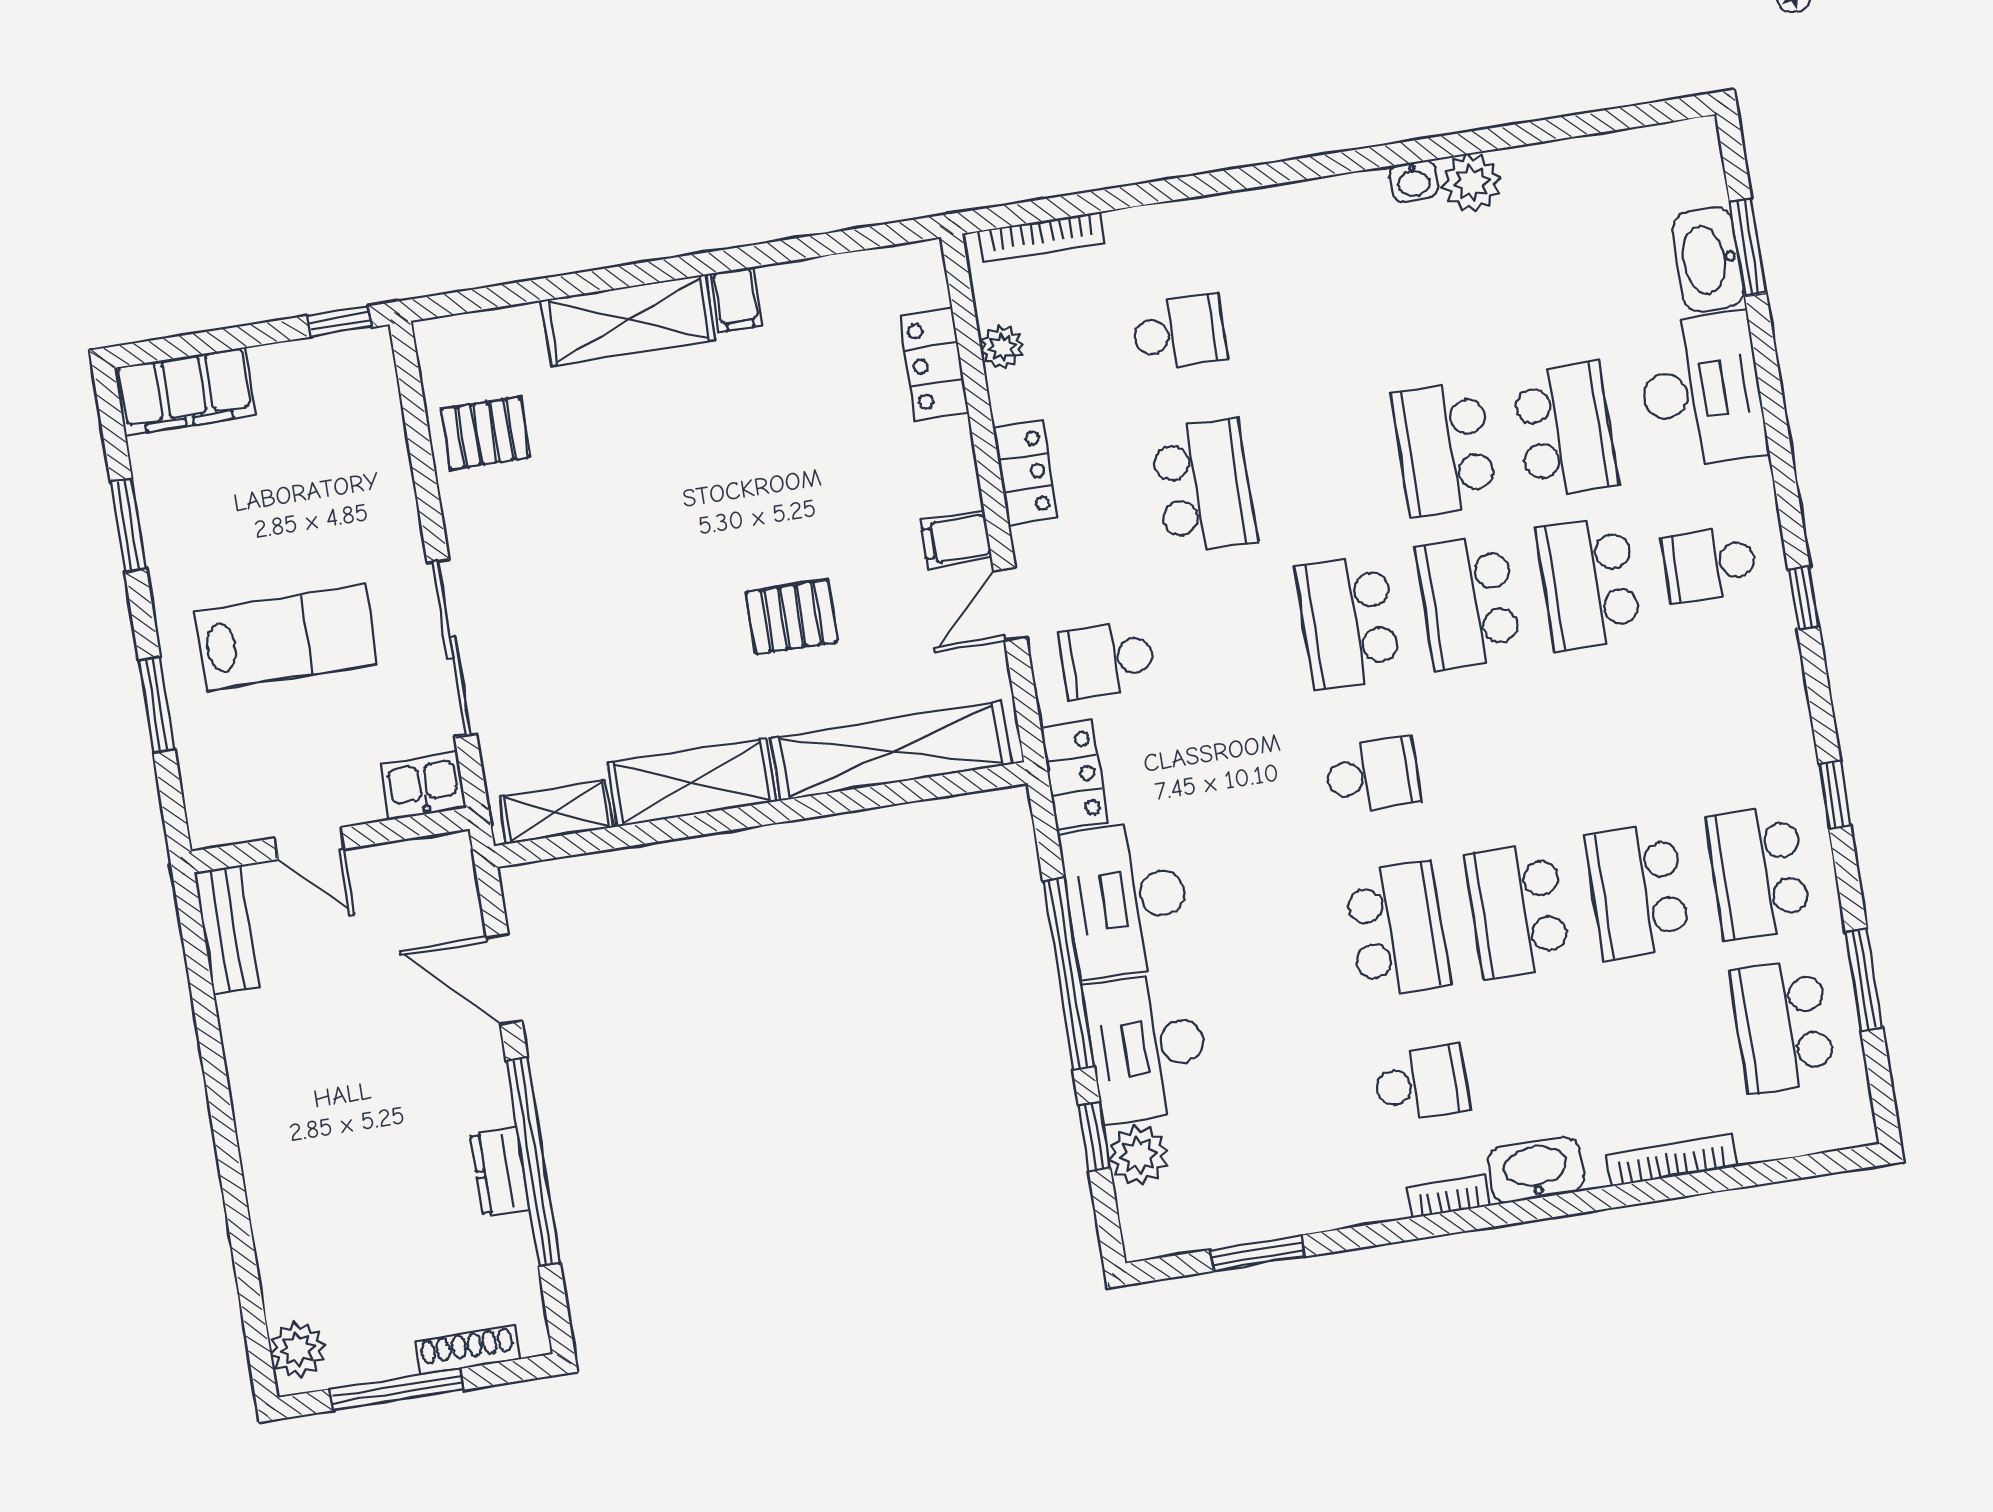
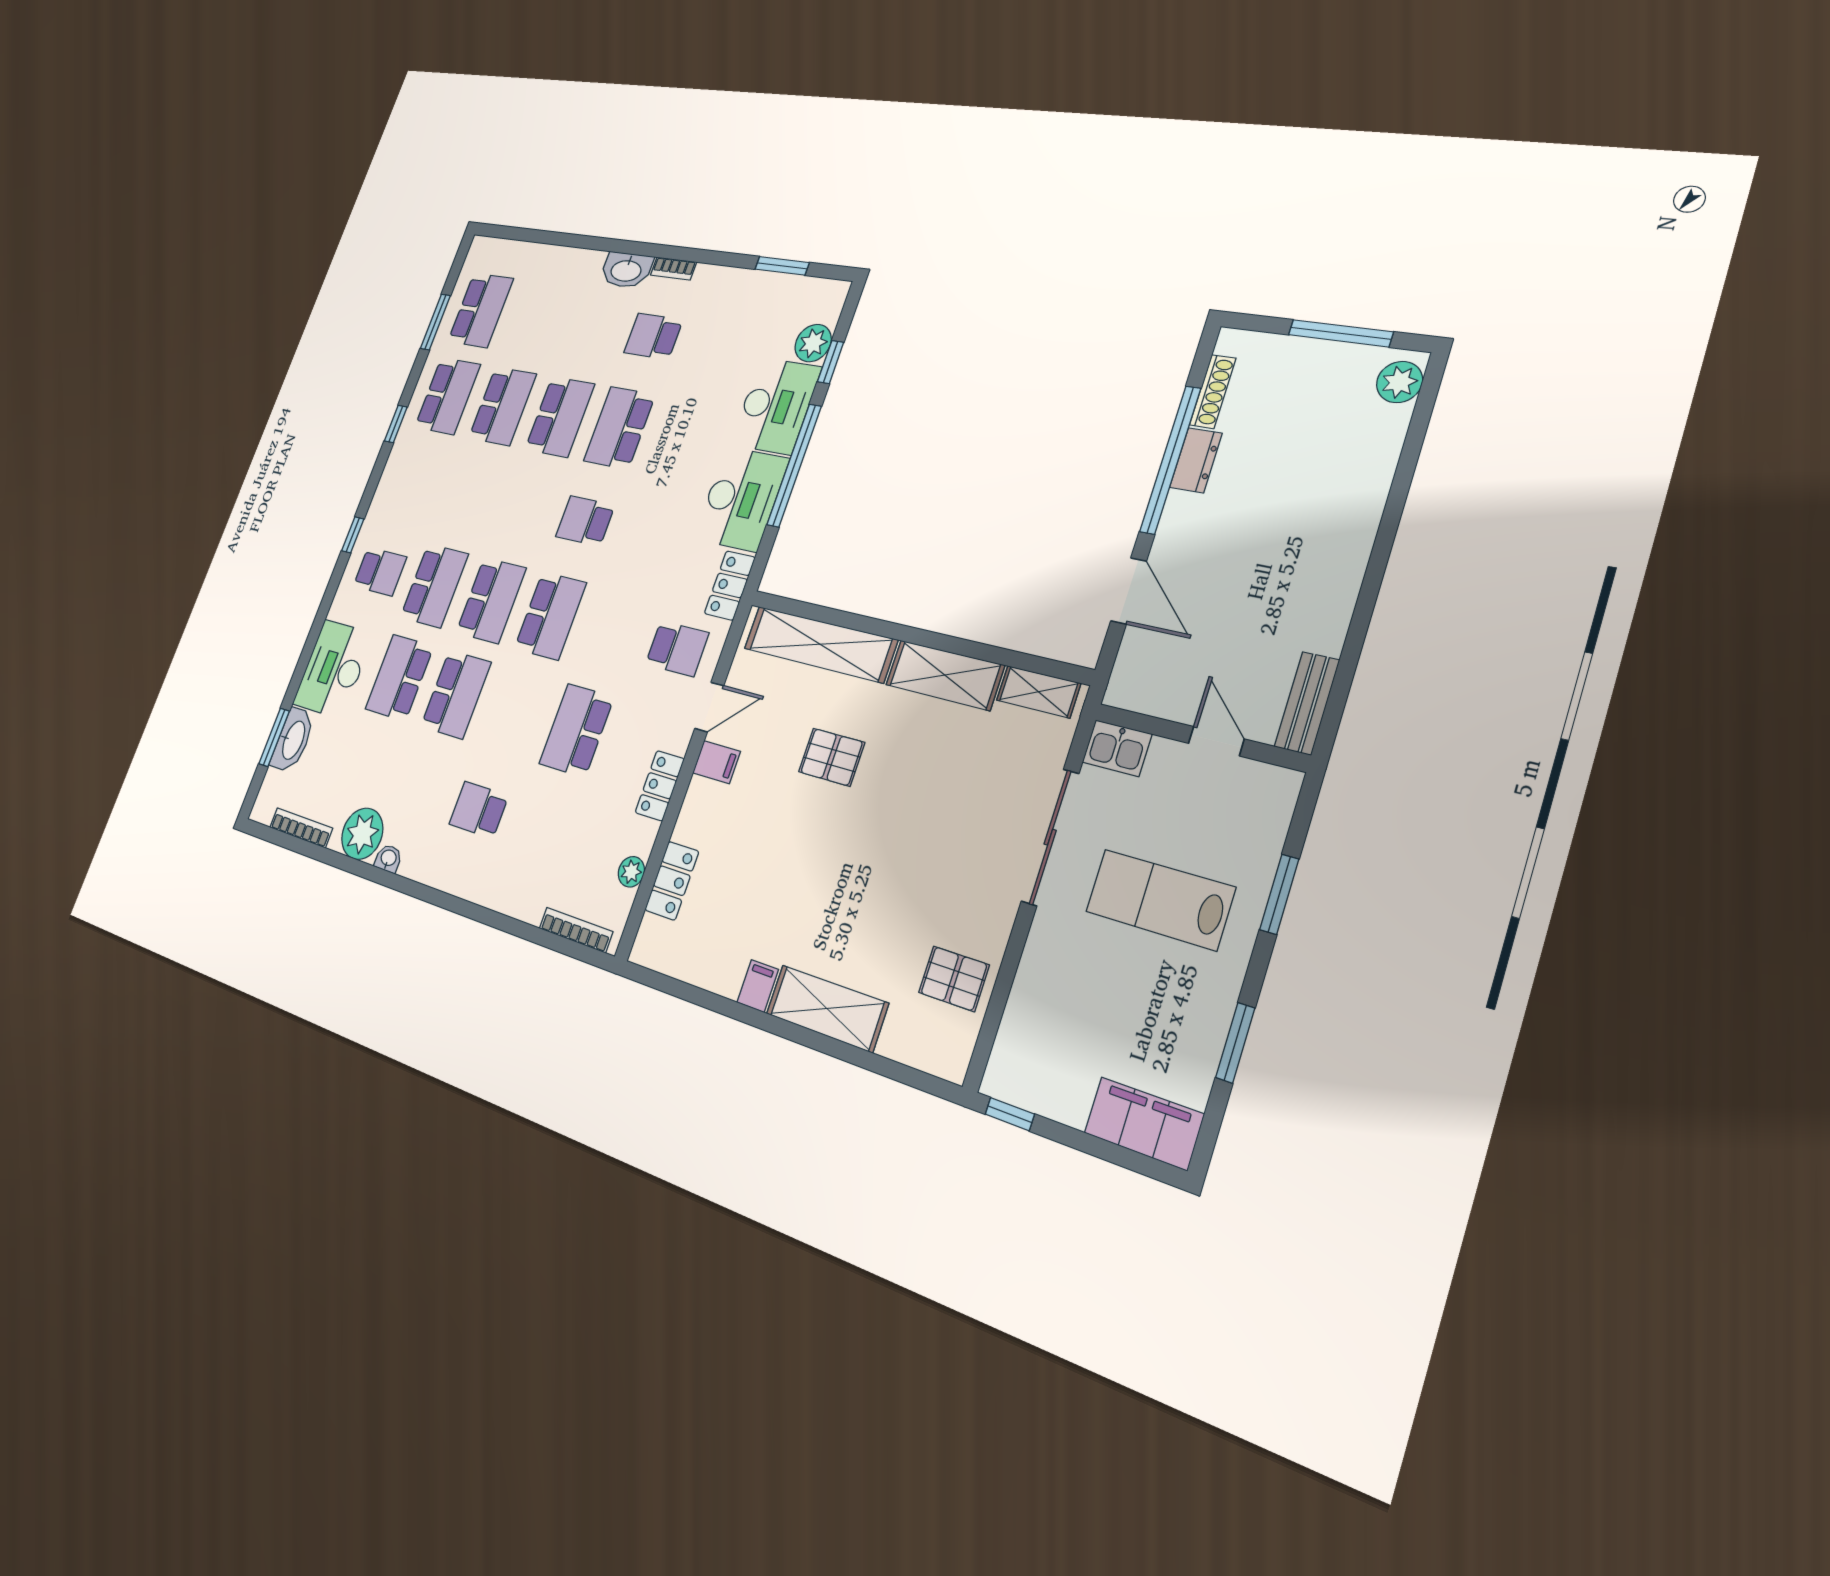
plant: (1471, 183) -> (362, 834), width x1.36, depth x1.36
school desk: (1179, 333) -> (479, 810), moved
bookcase: (1672, 1160) -> (301, 828), moved, turned 180
shoe rack: (467, 1350) -> (1213, 392), moved, turned -90

